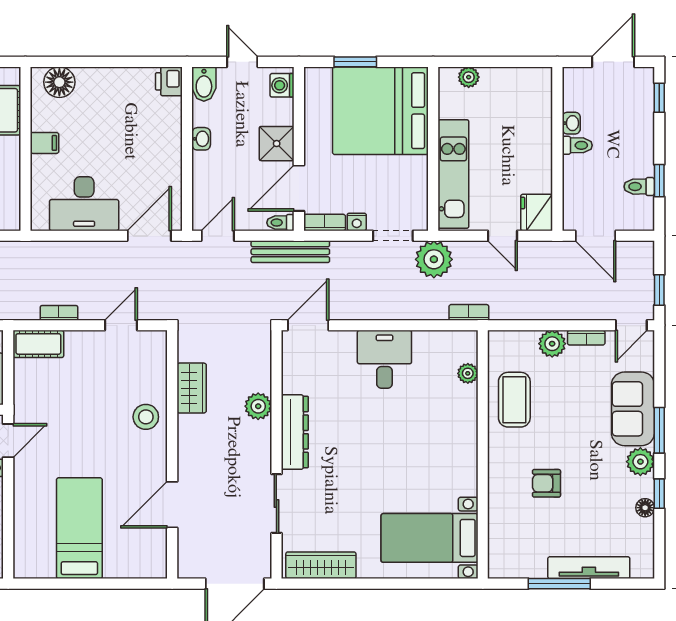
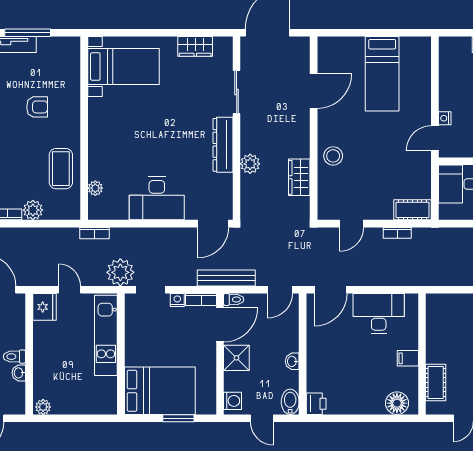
plant: (469, 77) -> (43, 407), moved
bed: (380, 111) -> (160, 391), width x0.73
desk: (384, 359) -> (157, 198), width x1.37
wardrobe: (321, 565) -> (195, 46), width x0.67

